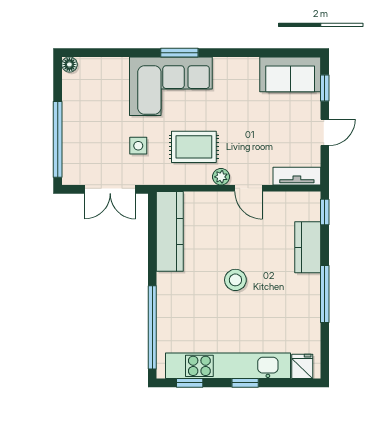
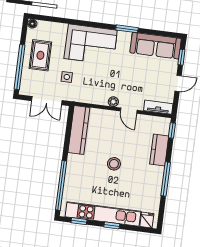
window: (179, 53) -> (127, 29), moved
sofa: (290, 74) -> (156, 46), width x1.36
rug: (194, 147) -> (40, 55), moved, turned 90

